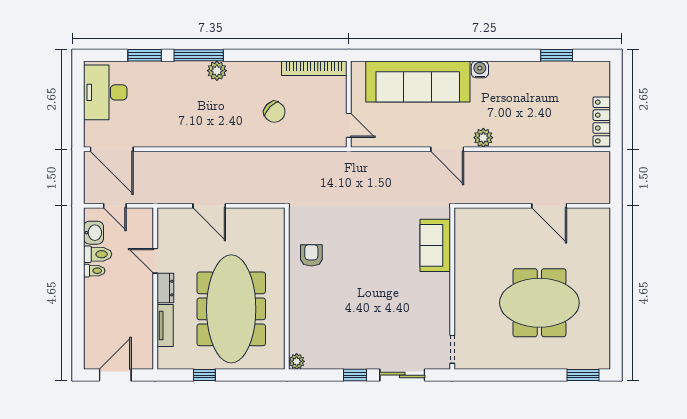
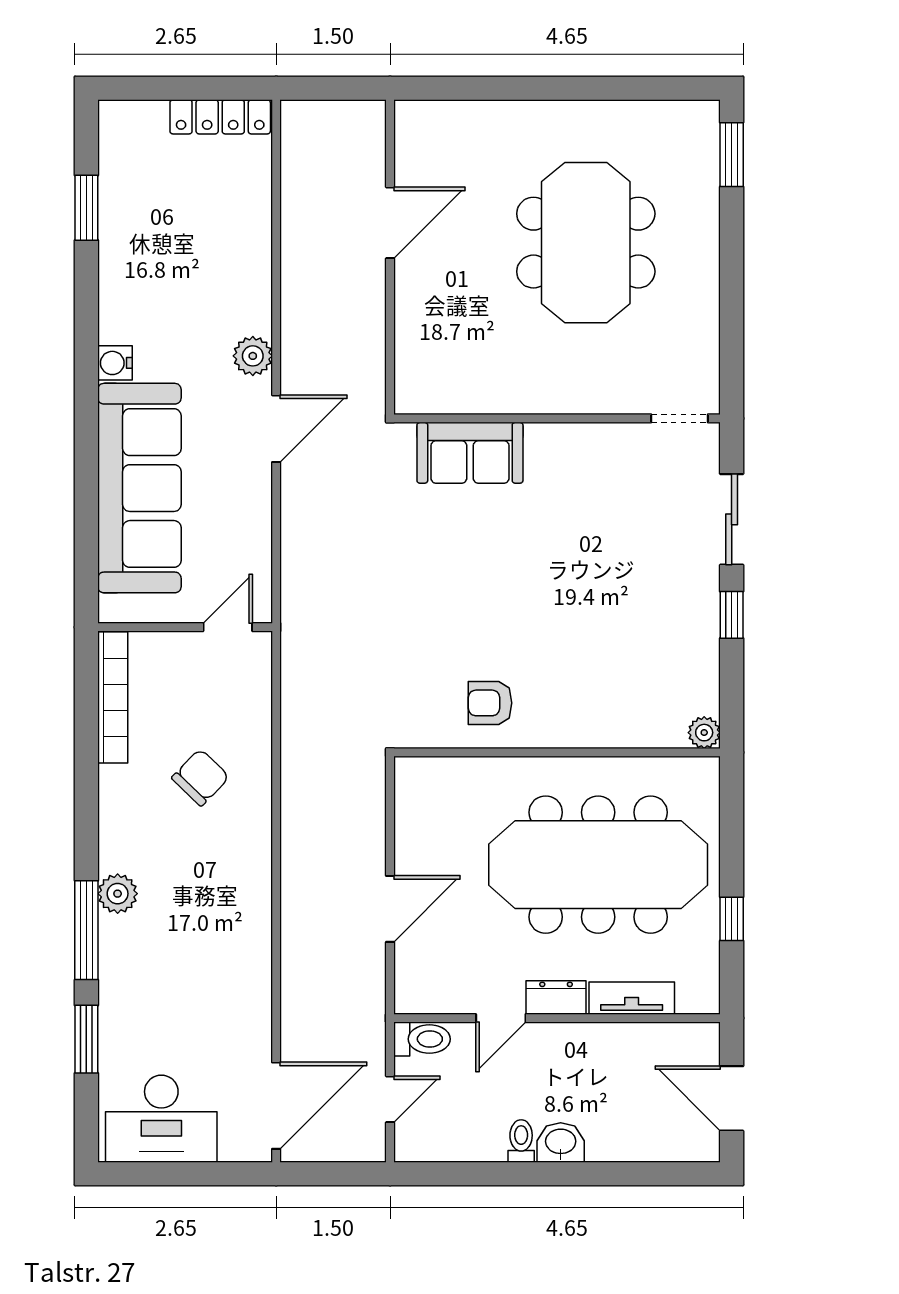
washbasin: (94, 233) -> (561, 1142), moved
toilet: (98, 254) -> (422, 1039), moved, turned 90

